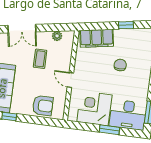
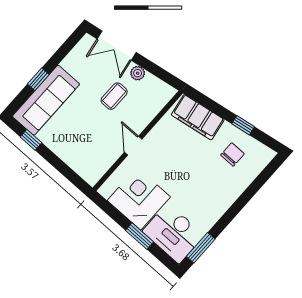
plant: (57, 36) -> (138, 73), moved
chair: (120, 65) -> (233, 154), moved
armchair: (43, 106) -> (80, 154), removed

